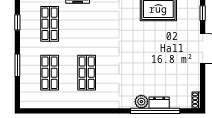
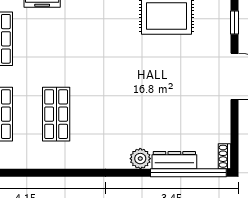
dresser: (159, 103) -> (174, 160), width x1.44
window: (155, 111) -> (188, 173), moved

